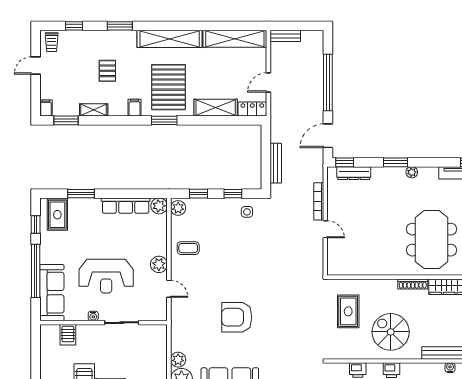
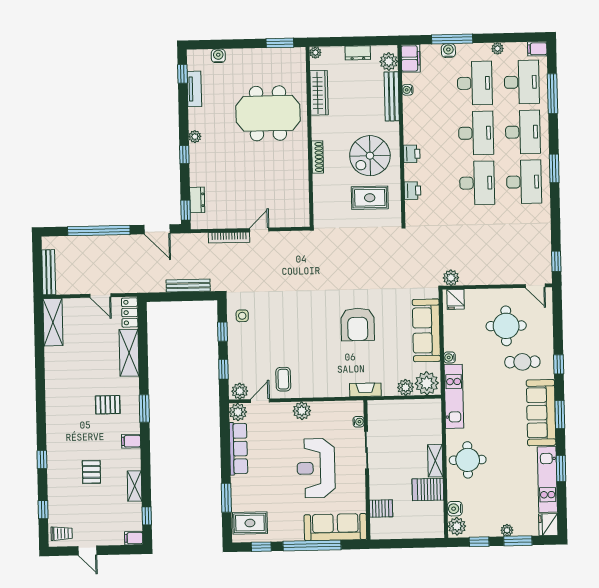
window: (120, 26) -> (42, 459), width x0.67
bench: (285, 36) -> (49, 272), width x1.36
shelving: (170, 39) -> (55, 405), removed
shelving: (235, 39) -> (53, 322), width x0.68
pallet: (107, 71) -> (91, 472), turned 90
pallet: (168, 87) -> (108, 405), width x0.49, depth x0.50
window: (66, 120) -> (147, 516), width x0.67
window: (396, 162) -> (184, 155), width x0.67
dresser: (354, 173) -> (197, 200), width x0.70
reception desk: (106, 276) -> (316, 468), turned 180
shoe rack: (413, 284) -> (317, 157), moved
door: (169, 289) -> (260, 401), moved
rug: (348, 311) -> (370, 198), moved
water cooler: (93, 316) -> (359, 422), moved
fireplace: (177, 323) -> (365, 390), added

